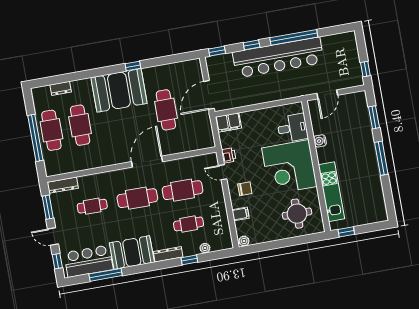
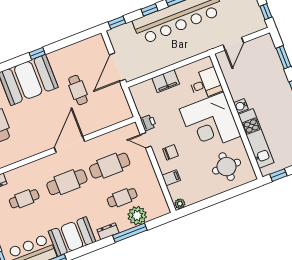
cafe table: (166, 110) -> (78, 90), width x0.73, depth x0.74
filing cabinet: (228, 122) -> (166, 81), moved
water cooler: (320, 141) -> (241, 106), moved
plant: (205, 248) -> (137, 216), width x1.88, depth x1.88
dresser: (168, 254) -> (108, 231), width x0.70
window: (189, 260) -> (130, 233), width x2.17

